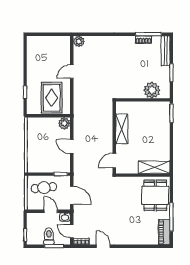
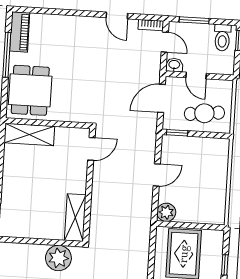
plant: (152, 90) -> (58, 258), moved
shelving: (122, 129) -> (75, 218), moved
door: (72, 147) -> (157, 175), hinge flipped
door: (72, 195) -> (161, 98), hinge flipped
toilet: (49, 236) -> (222, 38), moved

